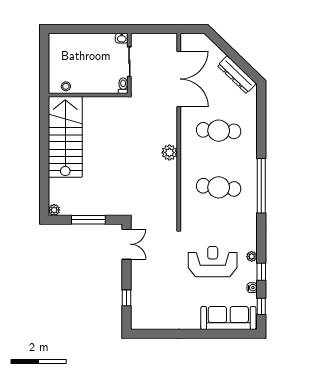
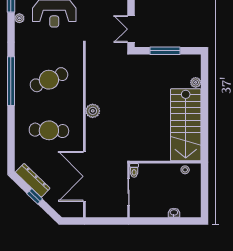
washbasin: (122, 38) -> (174, 213), moved
window: (235, 57) -> (35, 196), added
cafe table: (219, 187) -> (49, 80), turned -30
plant: (54, 210) -> (196, 82), moved

